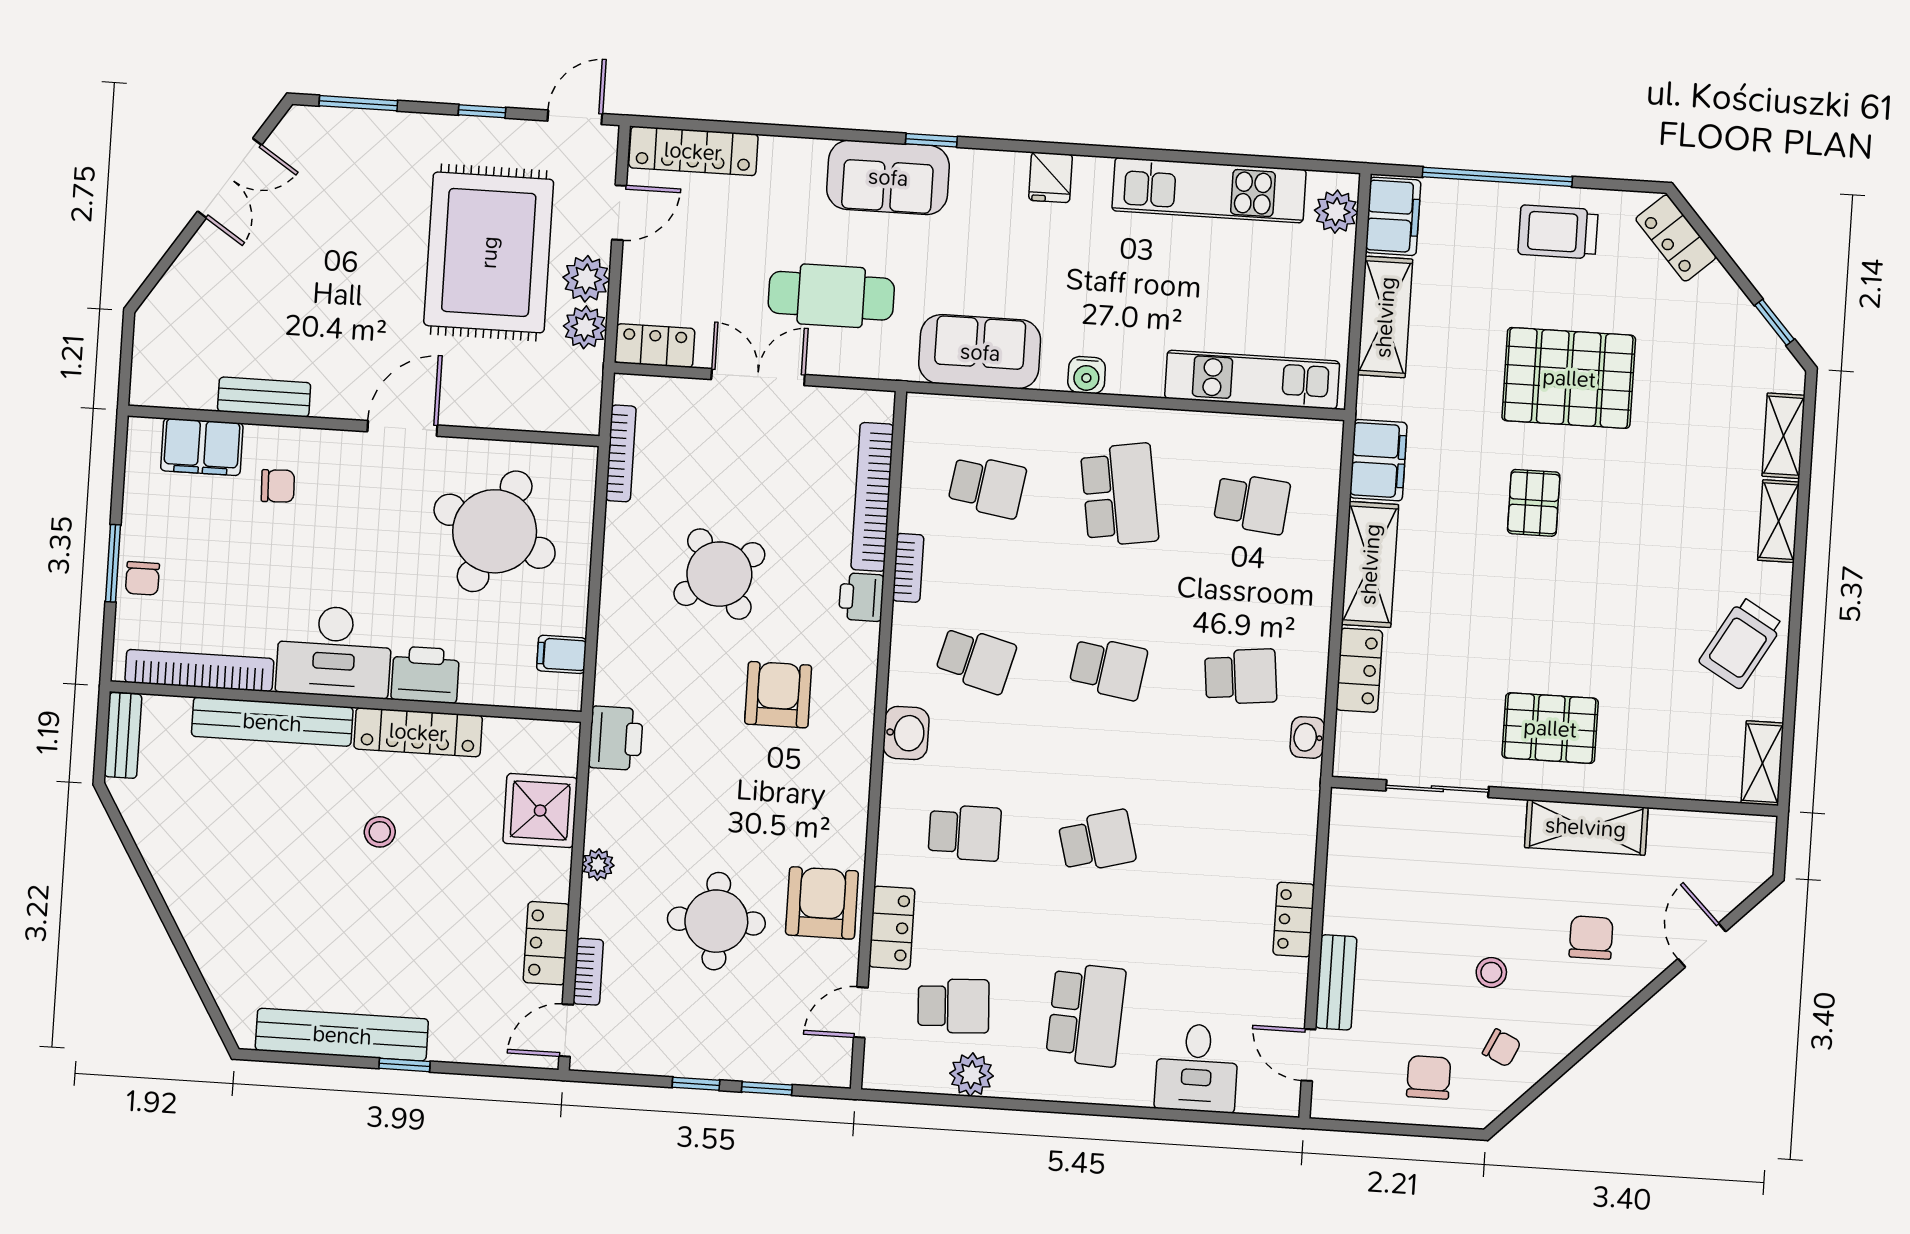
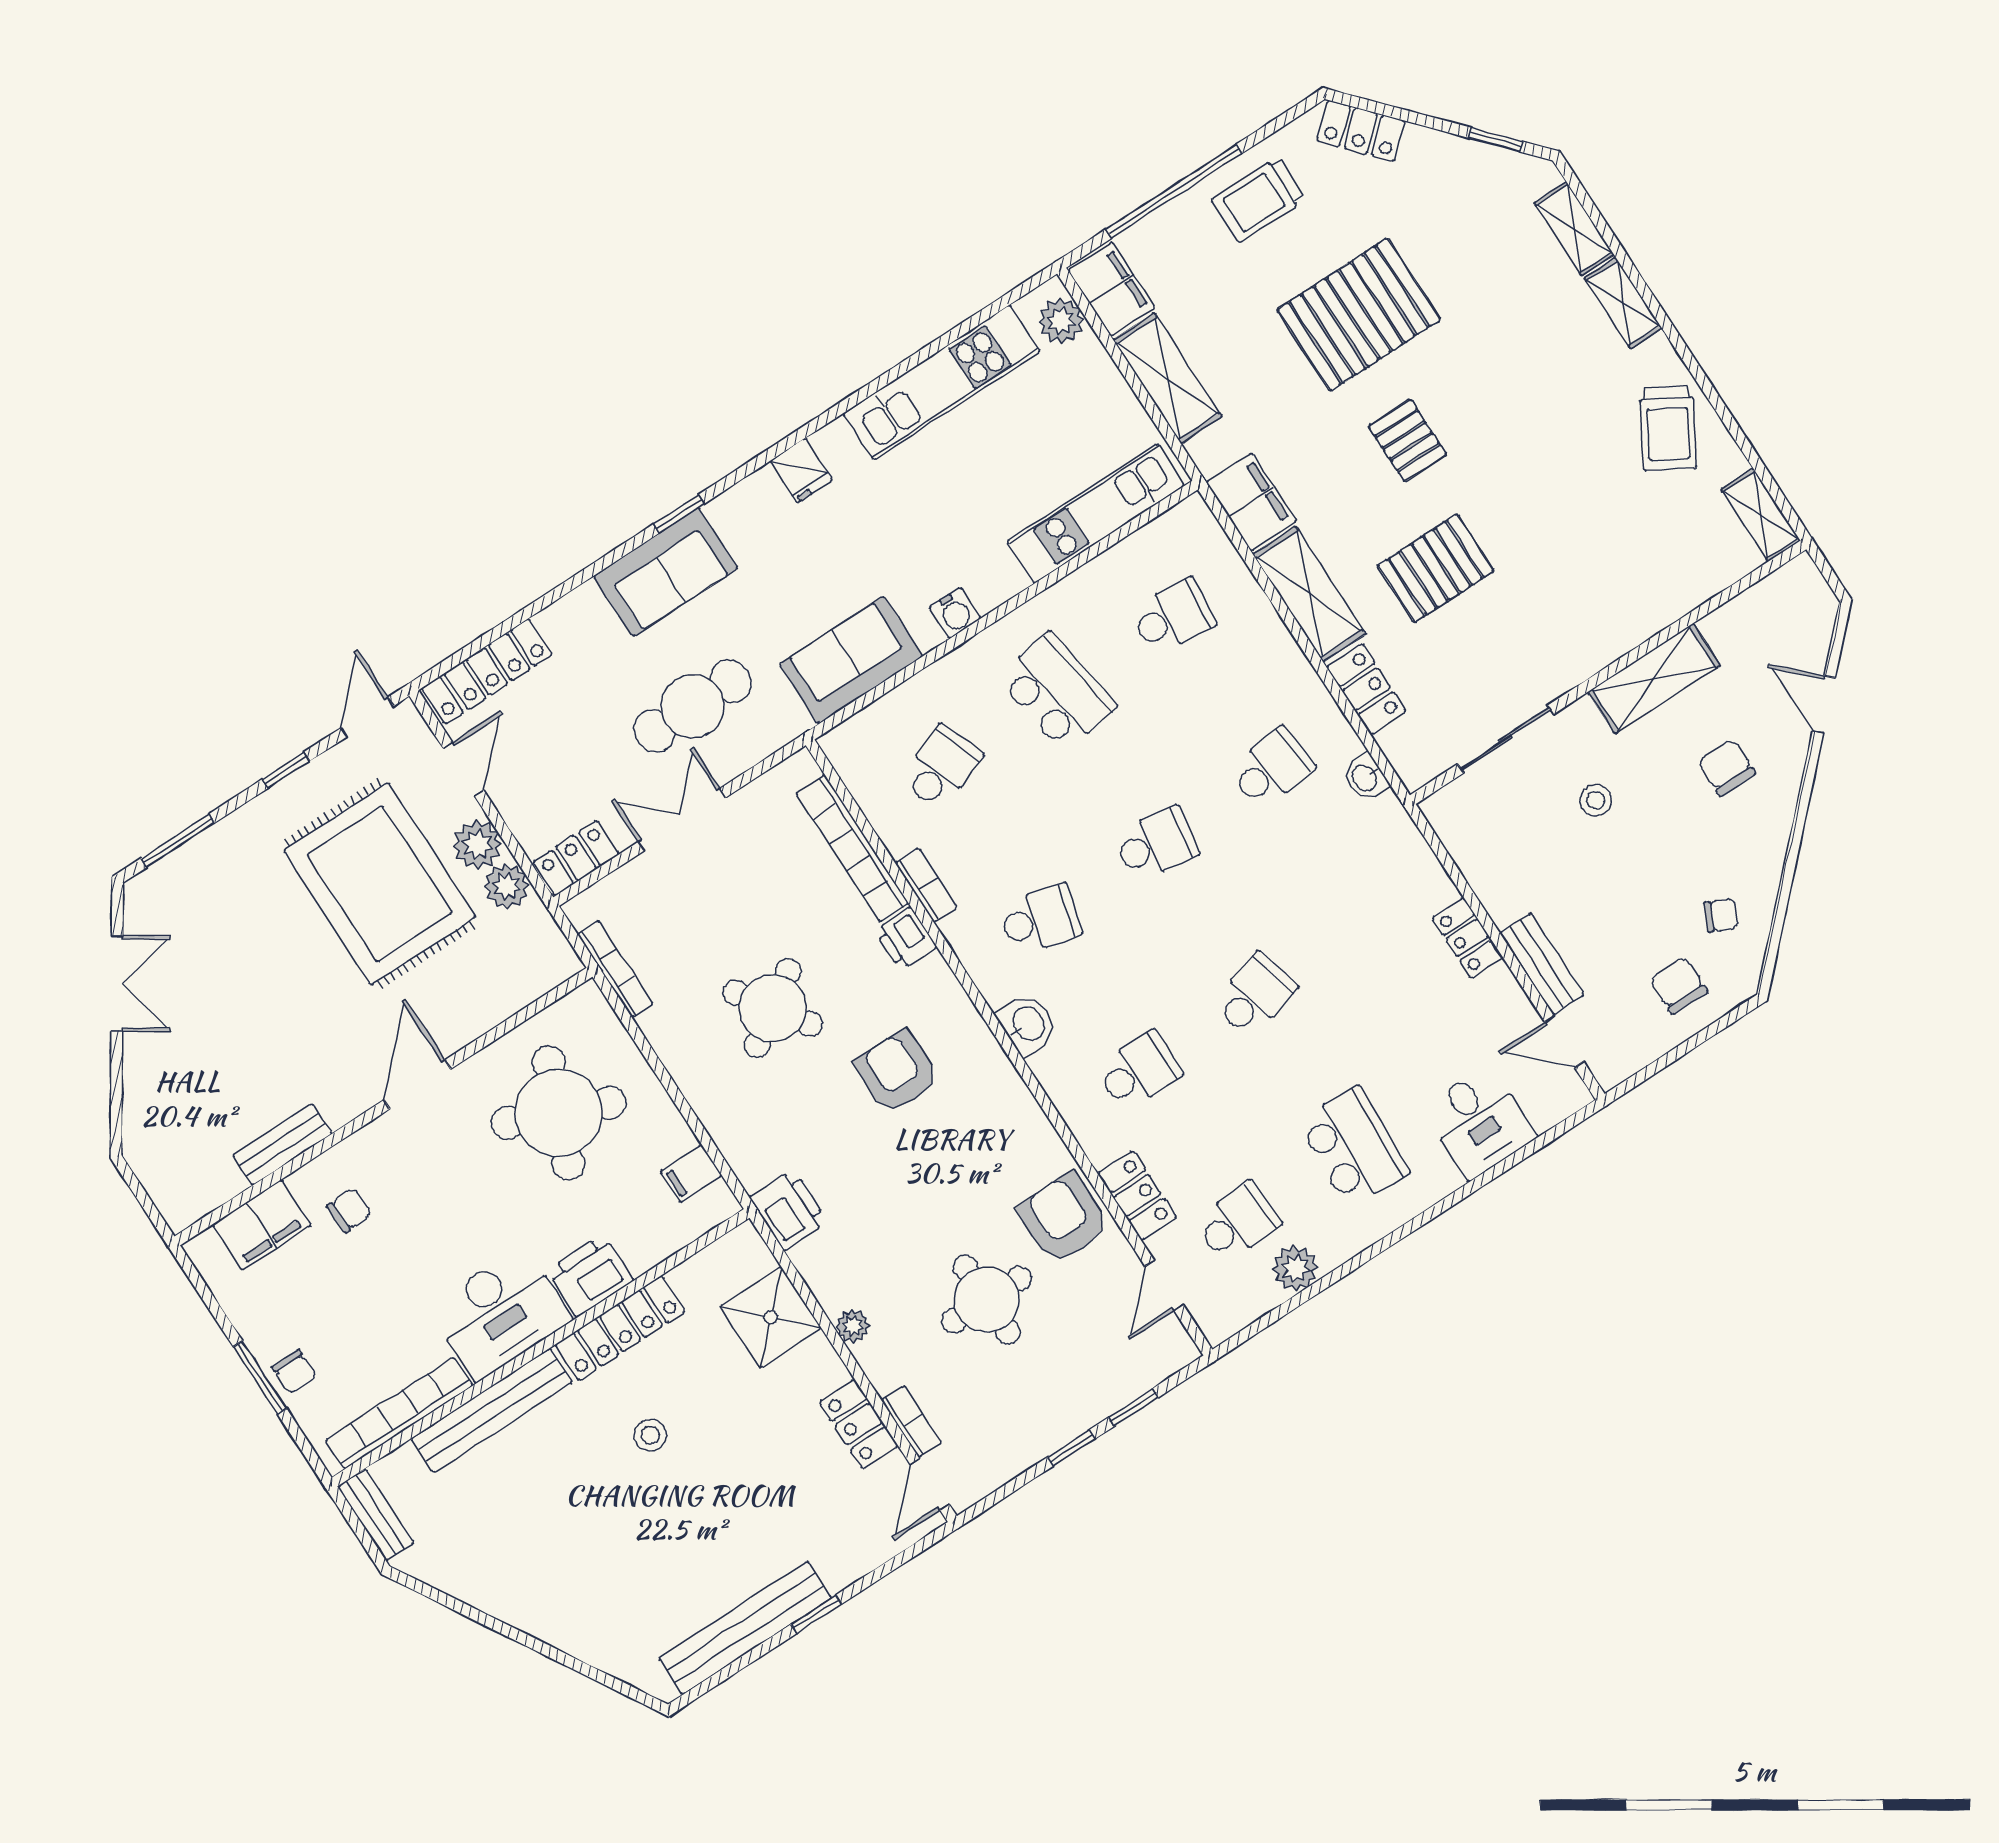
school desk: (987, 486) -> (941, 768), turned -30
pallet: (1550, 728) -> (1436, 568), moved
stool: (1491, 972) -> (1596, 800), moved

